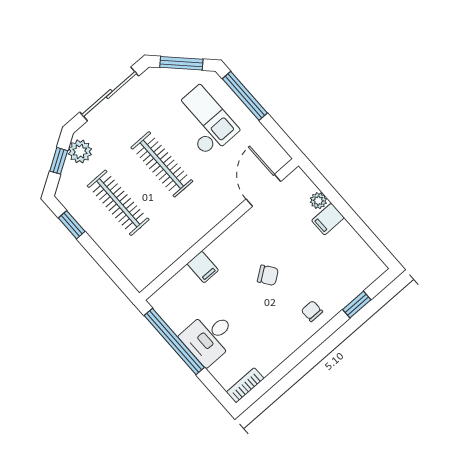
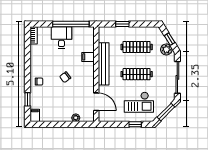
window: (245, 96) -> (135, 124), width x0.46
filing cabinet: (328, 219) -> (35, 115), moved
window: (72, 225) -> (122, 24), moved
bench: (192, 232) -> (104, 64), added

